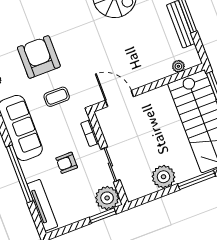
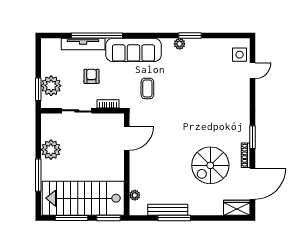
armchair: (39, 57) -> (185, 86), removed
plant: (107, 198) -> (51, 86), moved
tv unit: (42, 205) -> (83, 44), moved

